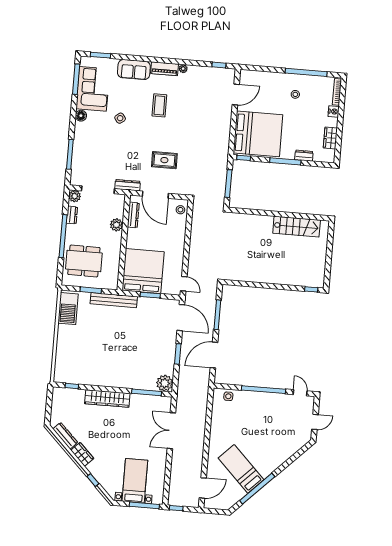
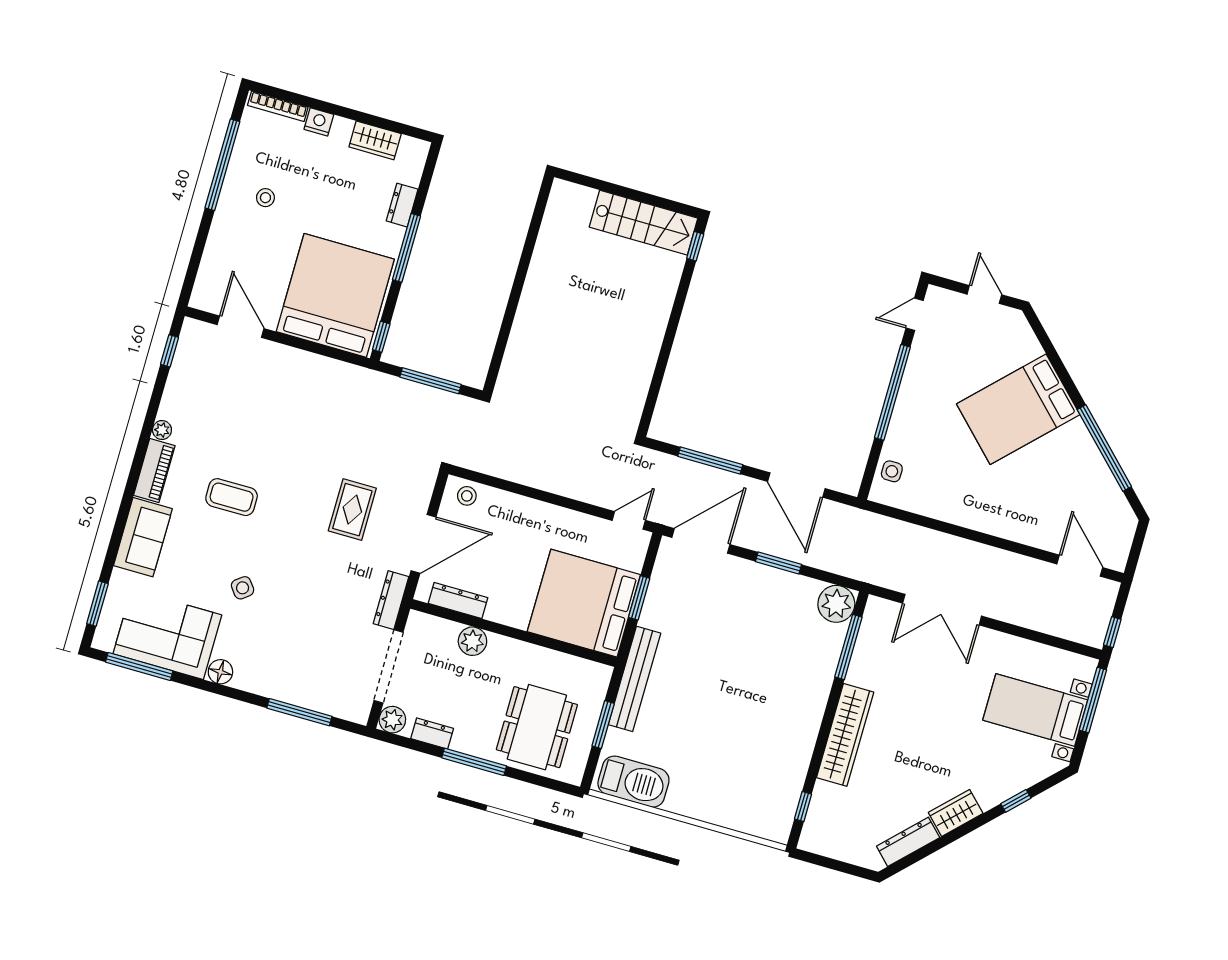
stairs: (297, 227) -> (644, 223), moved, turned 90
window: (63, 236) -> (474, 762), width x0.68
bed: (241, 469) -> (1018, 409), moved, width x1.50

